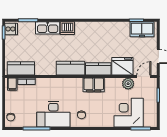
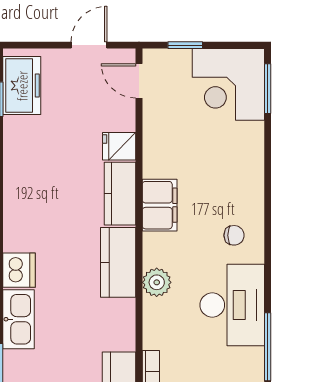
fridge: (122, 66) -> (119, 146), width x0.53, depth x0.75
plant: (128, 84) -> (157, 282), moved
corner desk: (129, 113) -> (228, 84), moved

